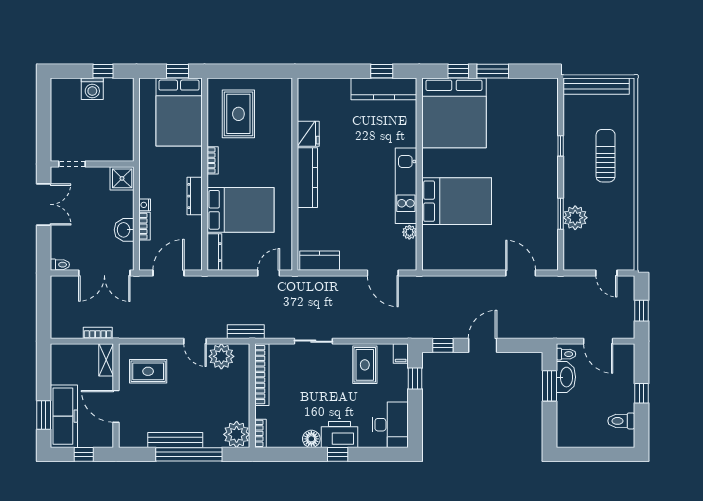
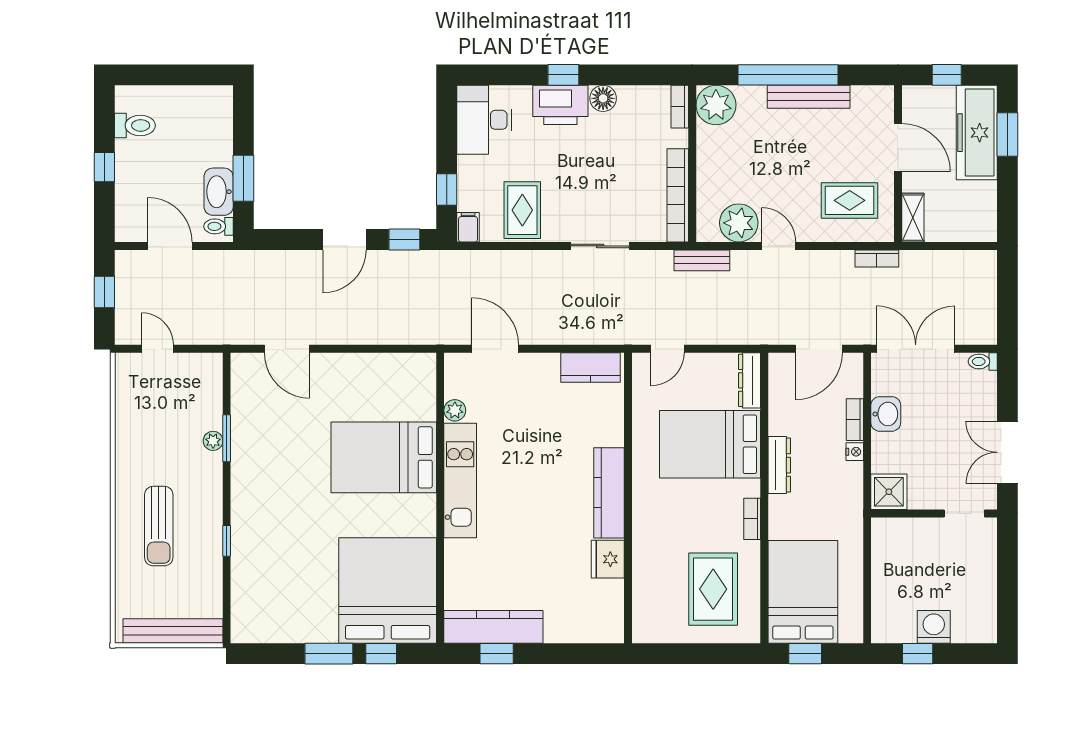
plant: (575, 218) -> (213, 441), width x0.53, depth x0.53
bookcase: (98, 333) -> (877, 258), moved

